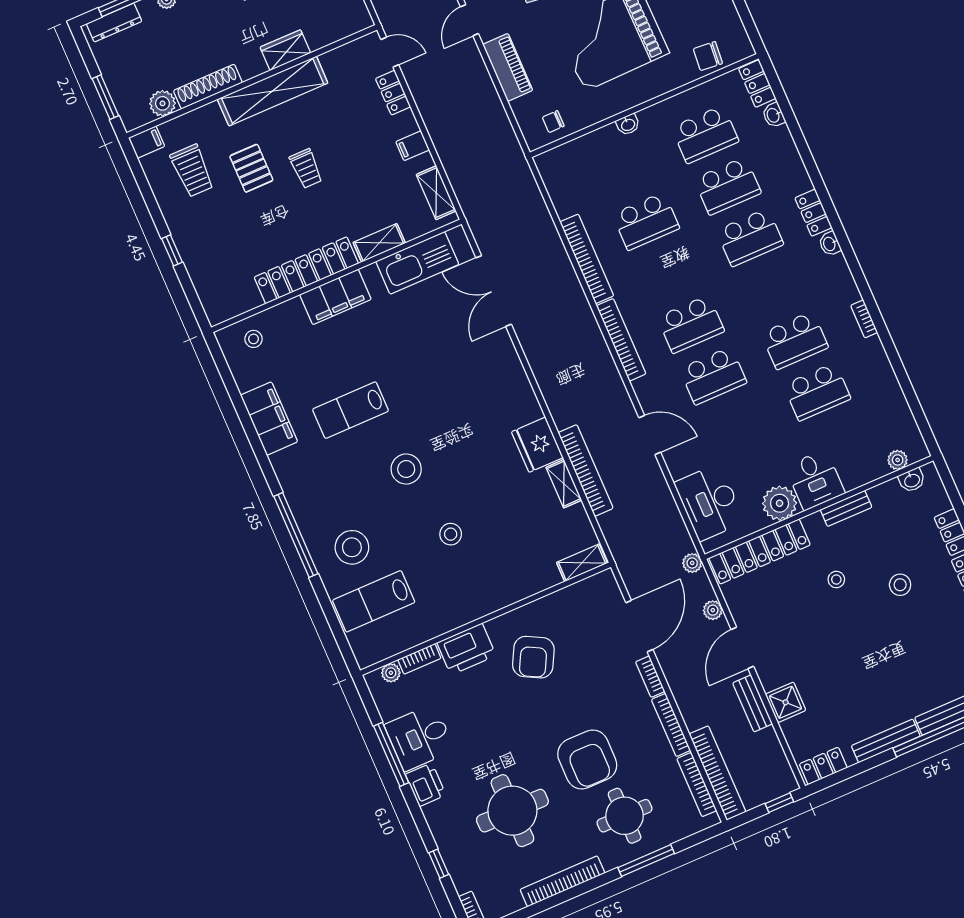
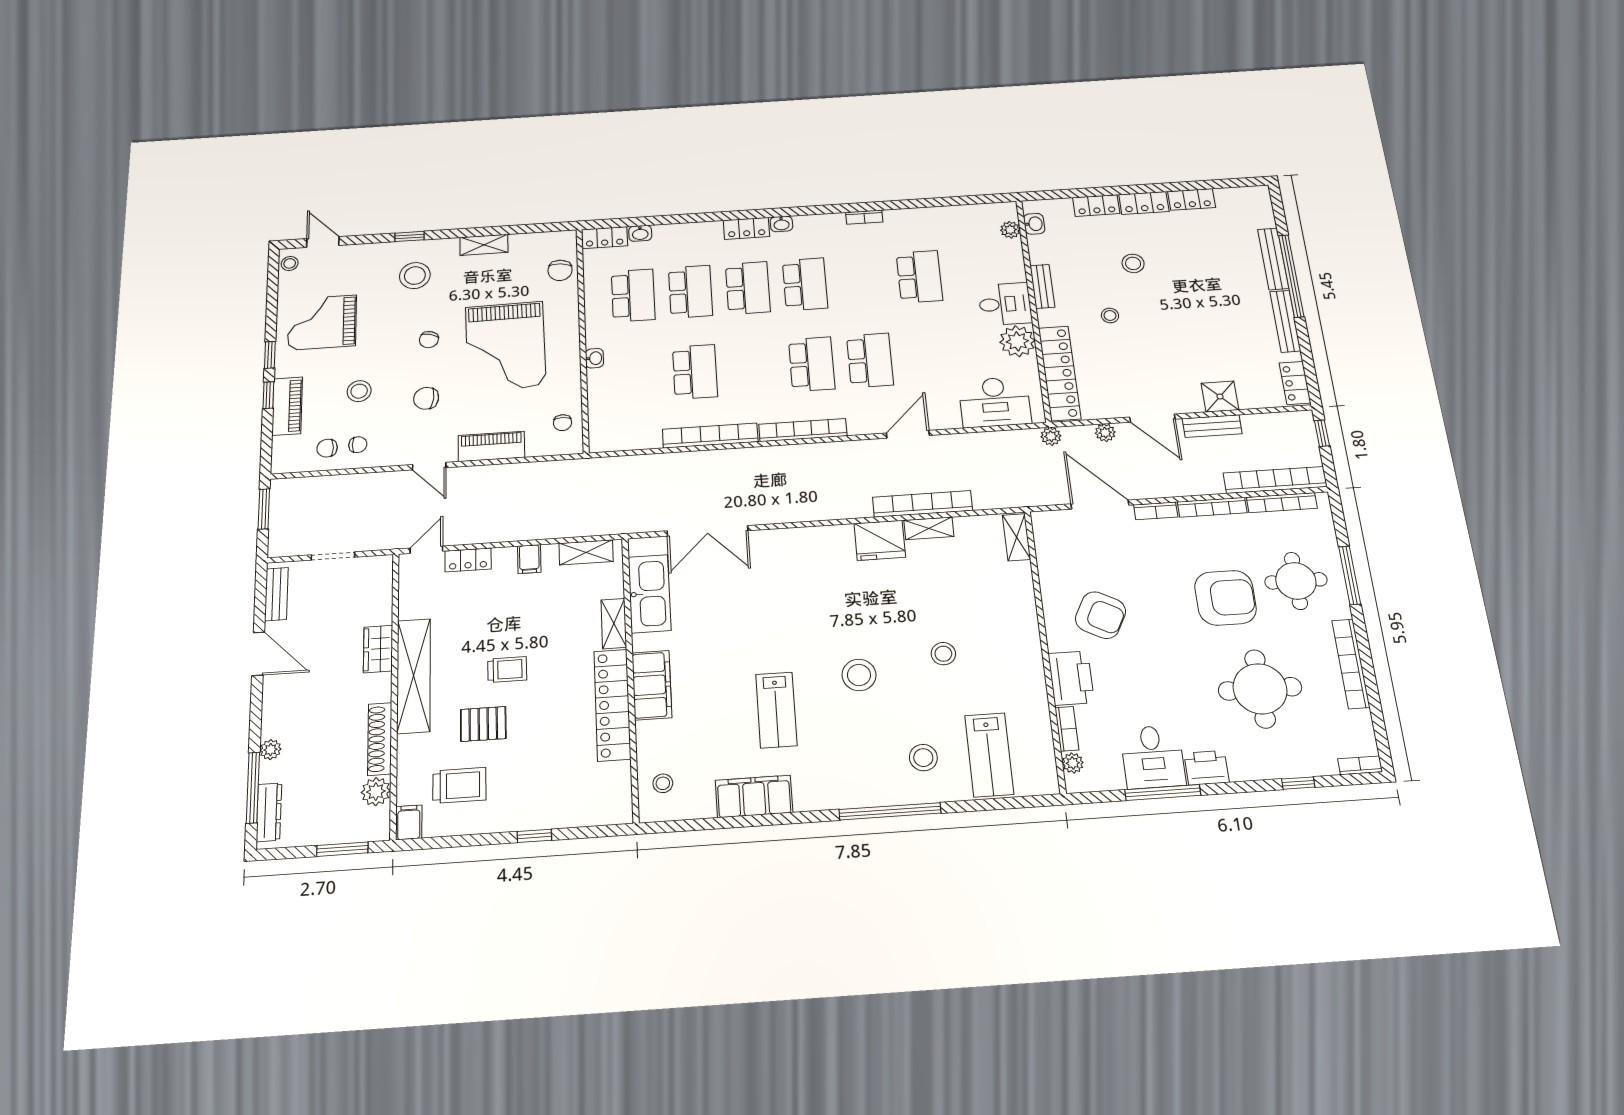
school desk: (795, 340) -> (805, 284), moved
stool: (352, 547) -> (923, 758), width x0.73, depth x0.73

